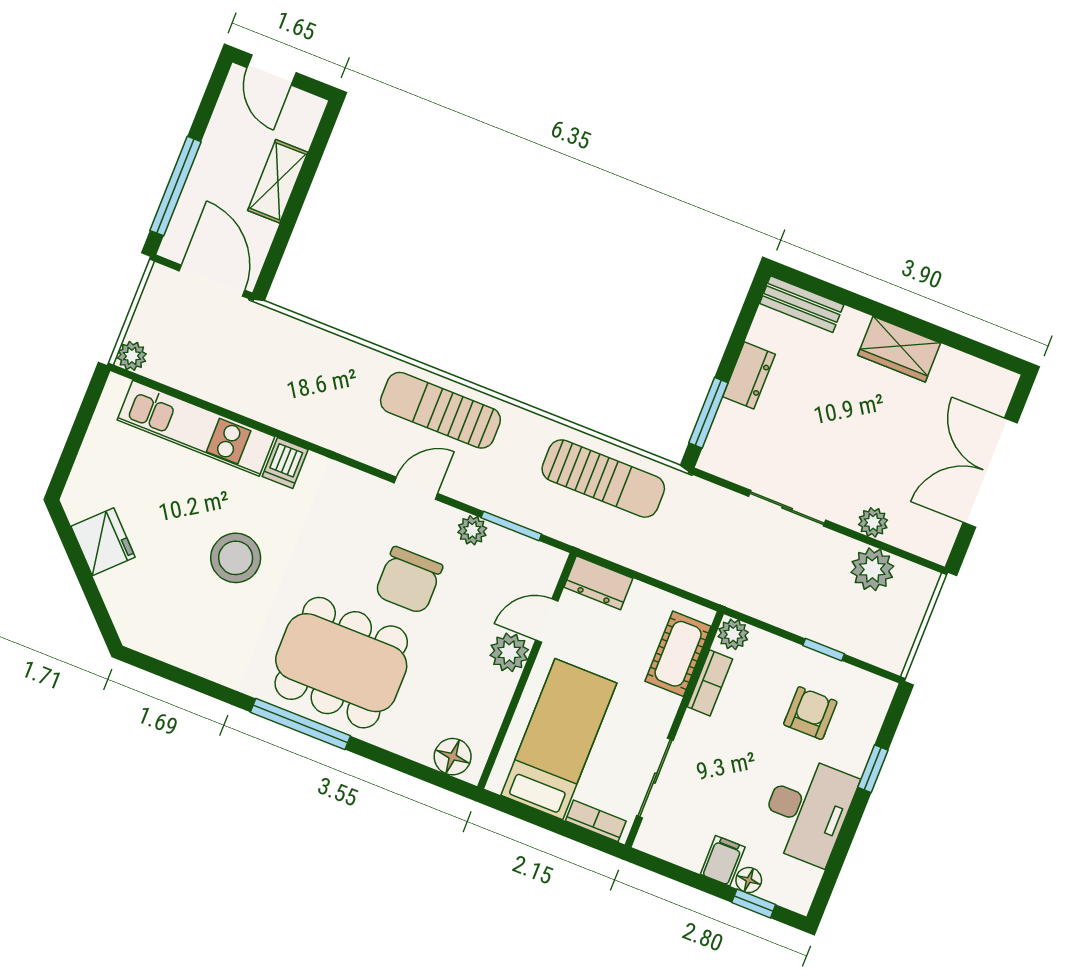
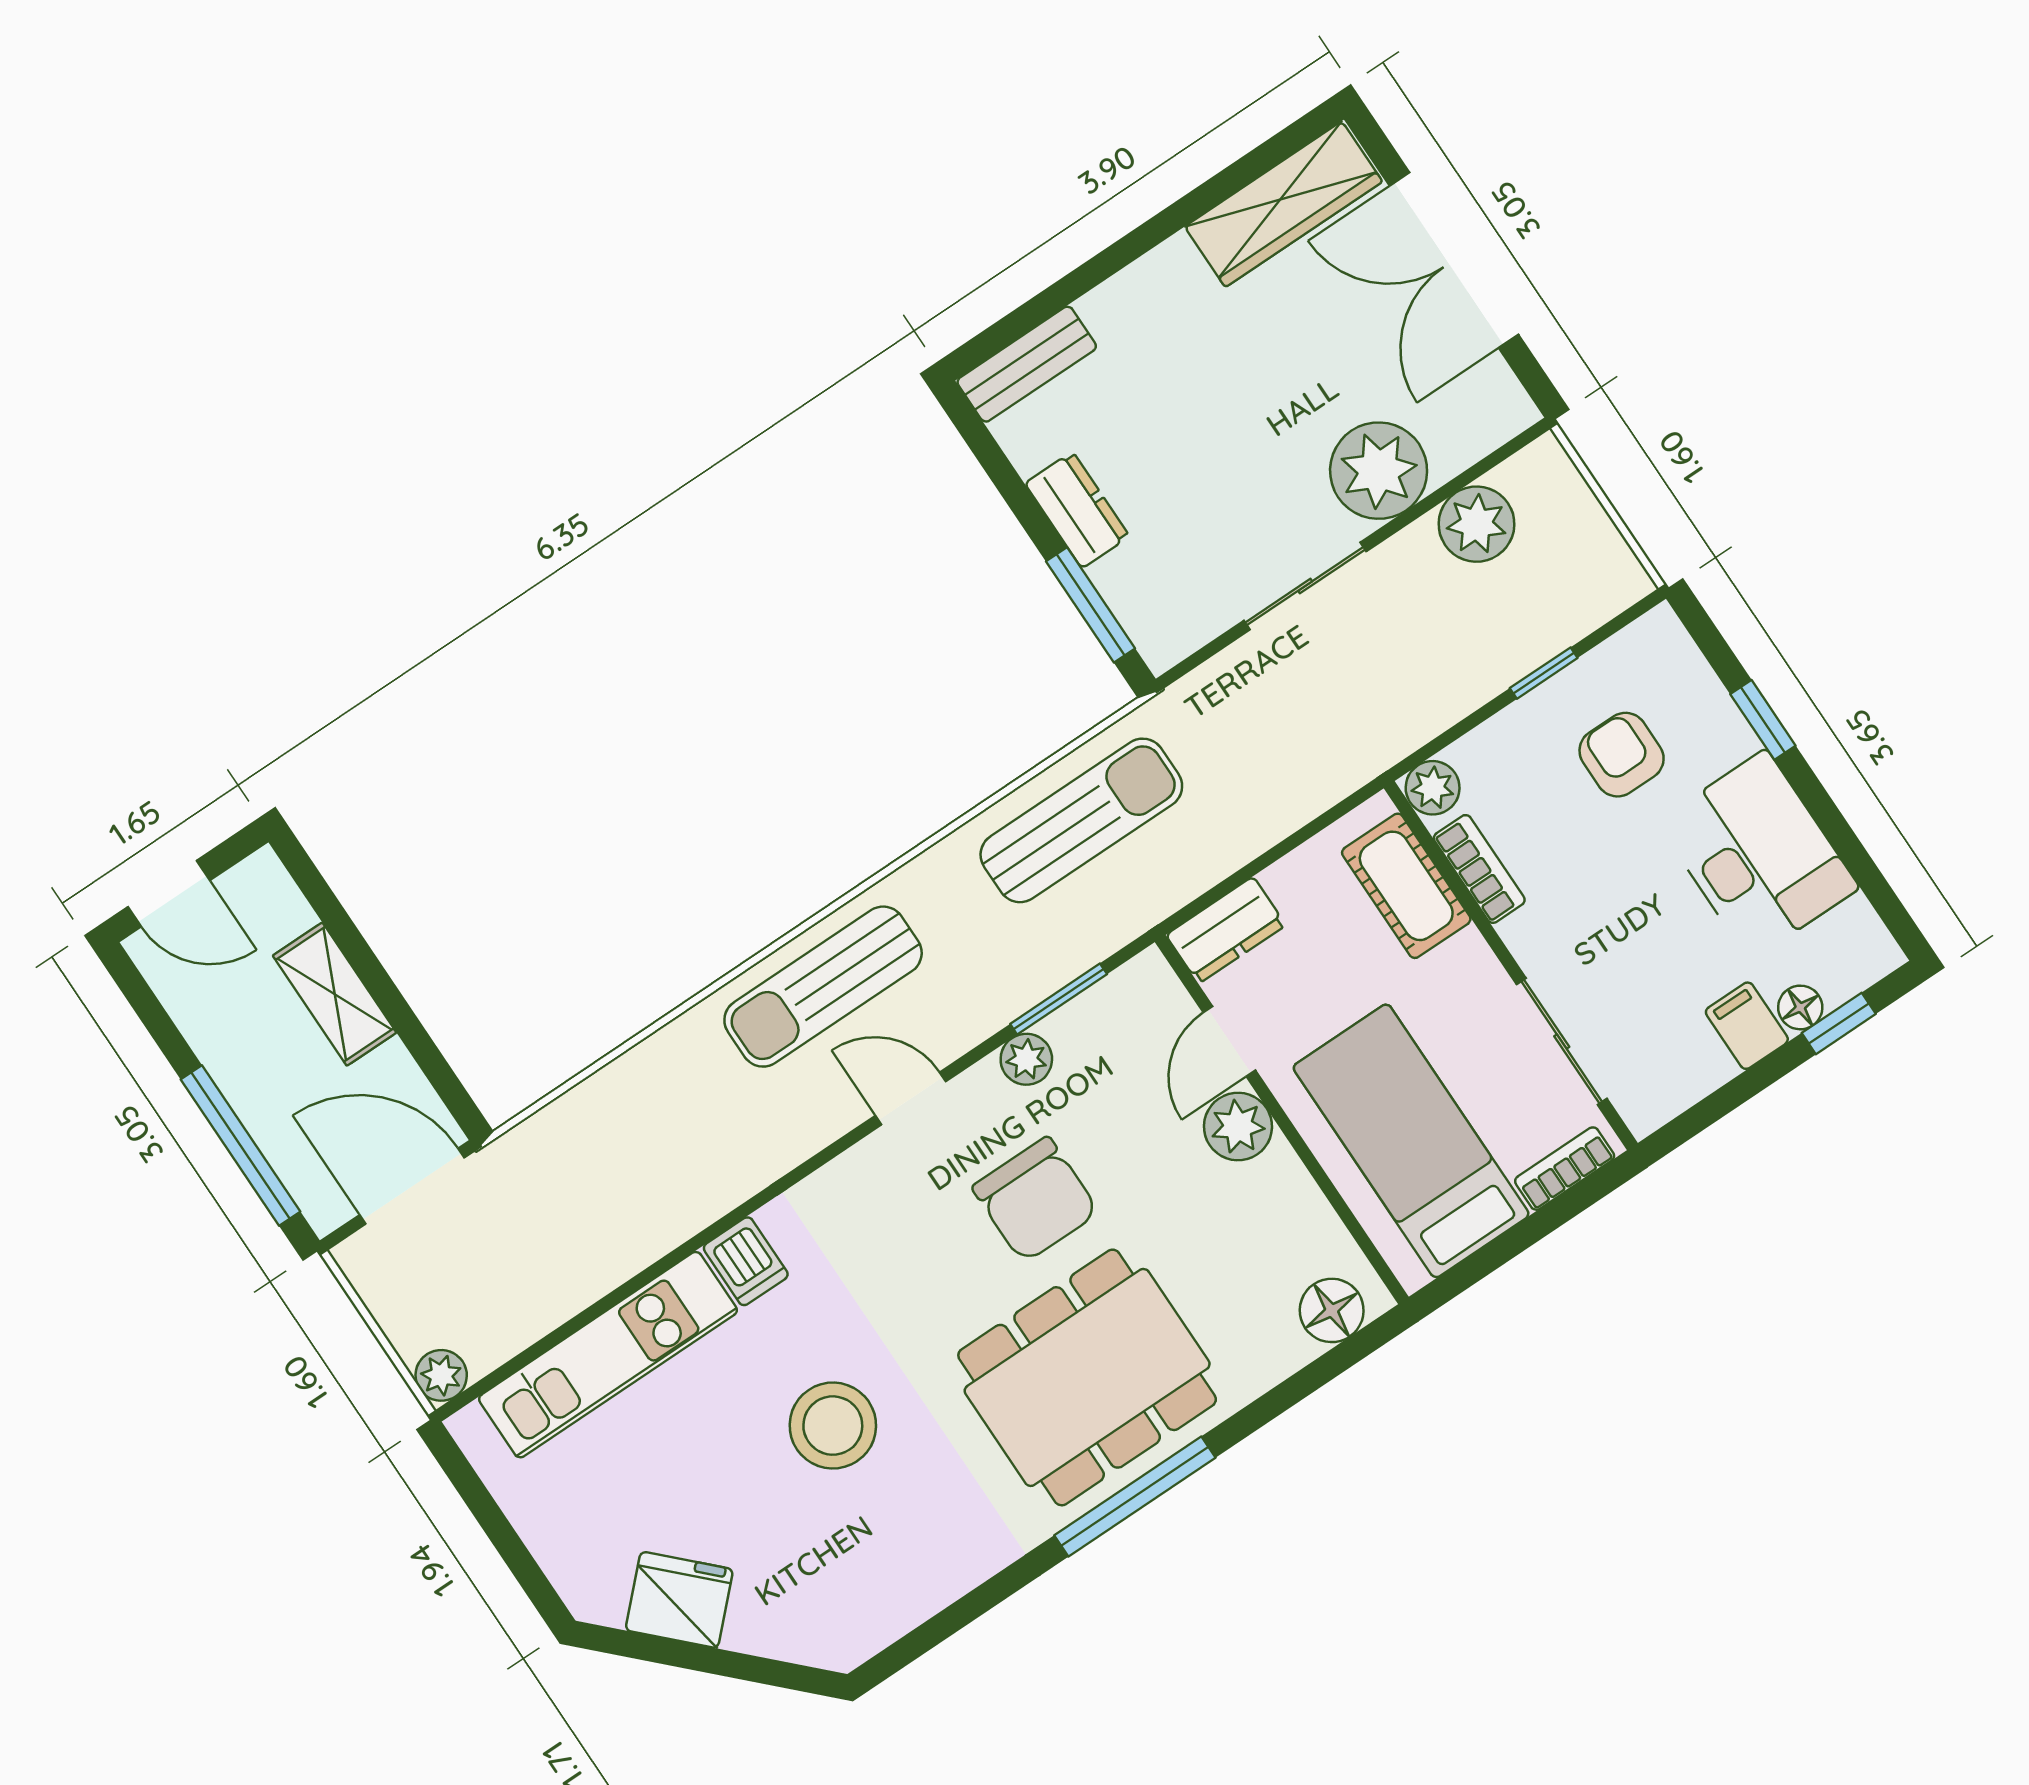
wardrobe: (899, 349) -> (1284, 204), moved, width x1.50
door: (416, 488) -> (911, 1099), hinge flipped
plant: (873, 522) -> (1379, 471), width x1.88, depth x1.88

